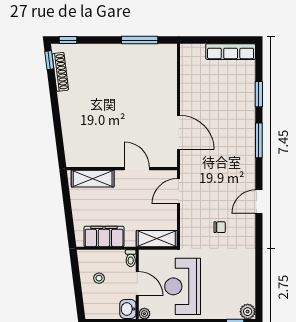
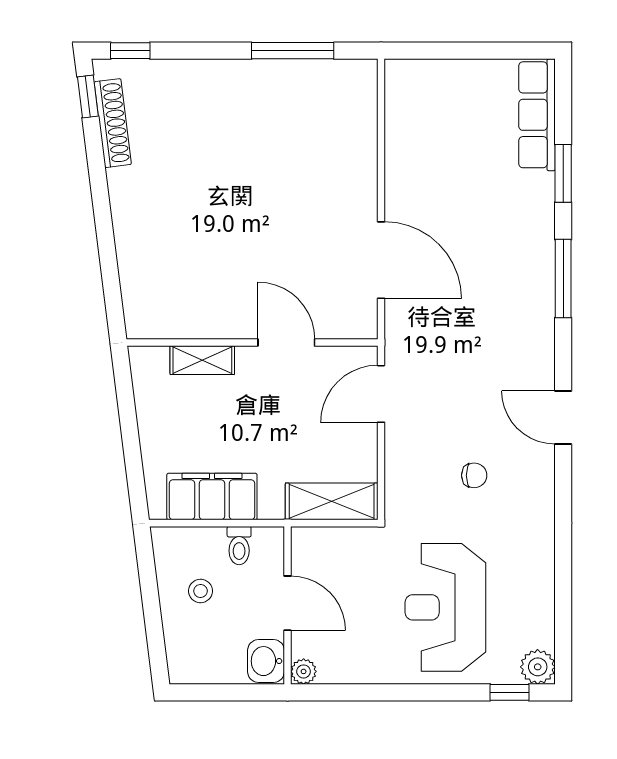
row of seats: (231, 52) -> (537, 115), moved, turned 90
shelving: (93, 179) -> (202, 360), width x0.67, depth x0.75
door: (259, 202) -> (563, 417), hinge flipped
toilet: (131, 258) -> (239, 546), moved
reception desk: (183, 286) -> (445, 607), moved

